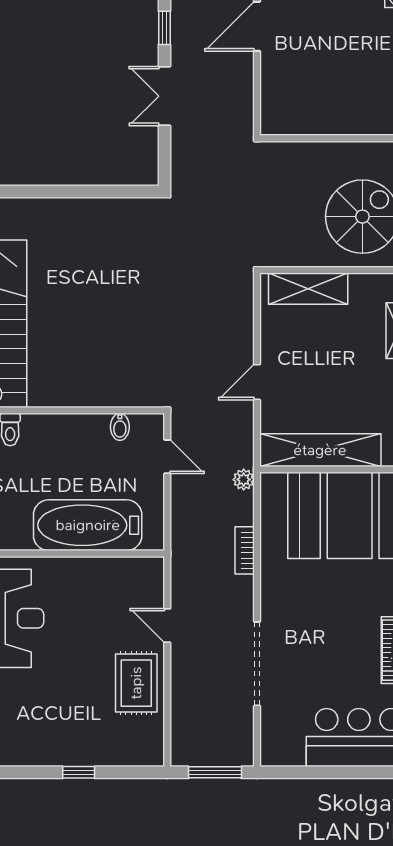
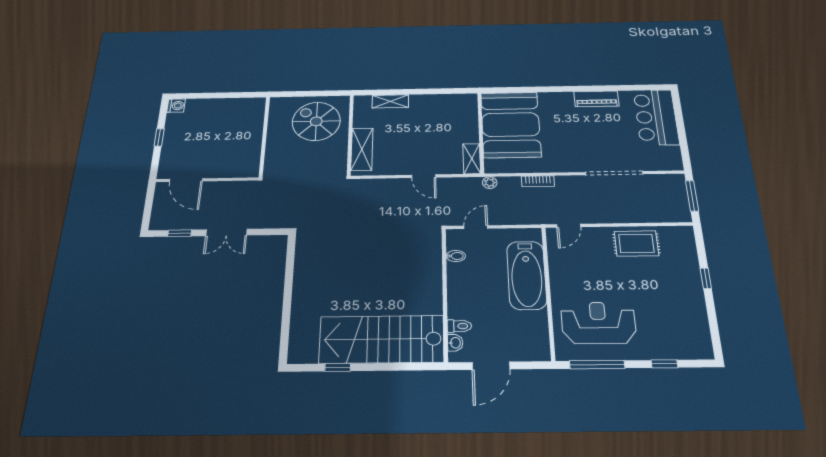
shelving: (320, 450) -> (472, 159), width x0.45, depth x0.75
door: (167, 626) -> (569, 226), moved

